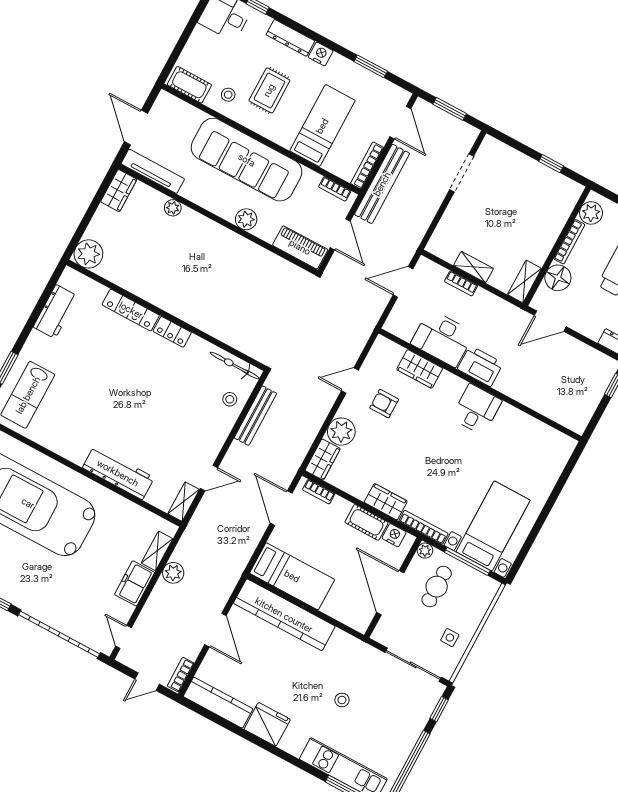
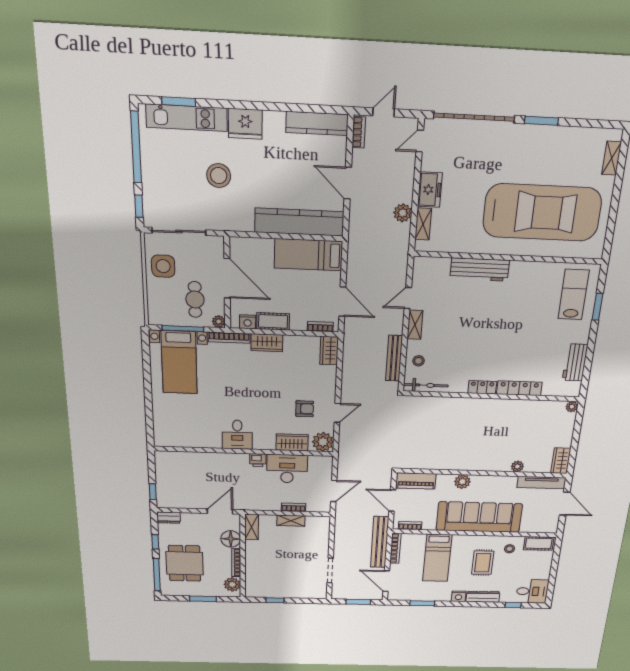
plant: (88, 254) -> (572, 407), width x0.53, depth x0.53
printer: (480, 366) -> (258, 460), width x0.53, depth x0.68
plant: (341, 432) -> (323, 442), moved
shelving: (184, 502) -> (415, 325), moved
door: (123, 637) -> (420, 141), swing flipped
side table: (450, 638) -> (163, 266), width x1.87, depth x1.87
stool: (342, 700) -> (219, 176), width x1.89, depth x1.89
fridge: (267, 724) -> (245, 124), moved

